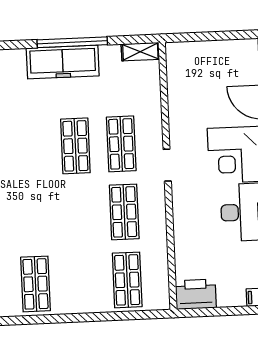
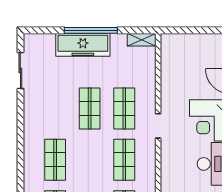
shop shelf: (33, 216) -> (55, 160), added

